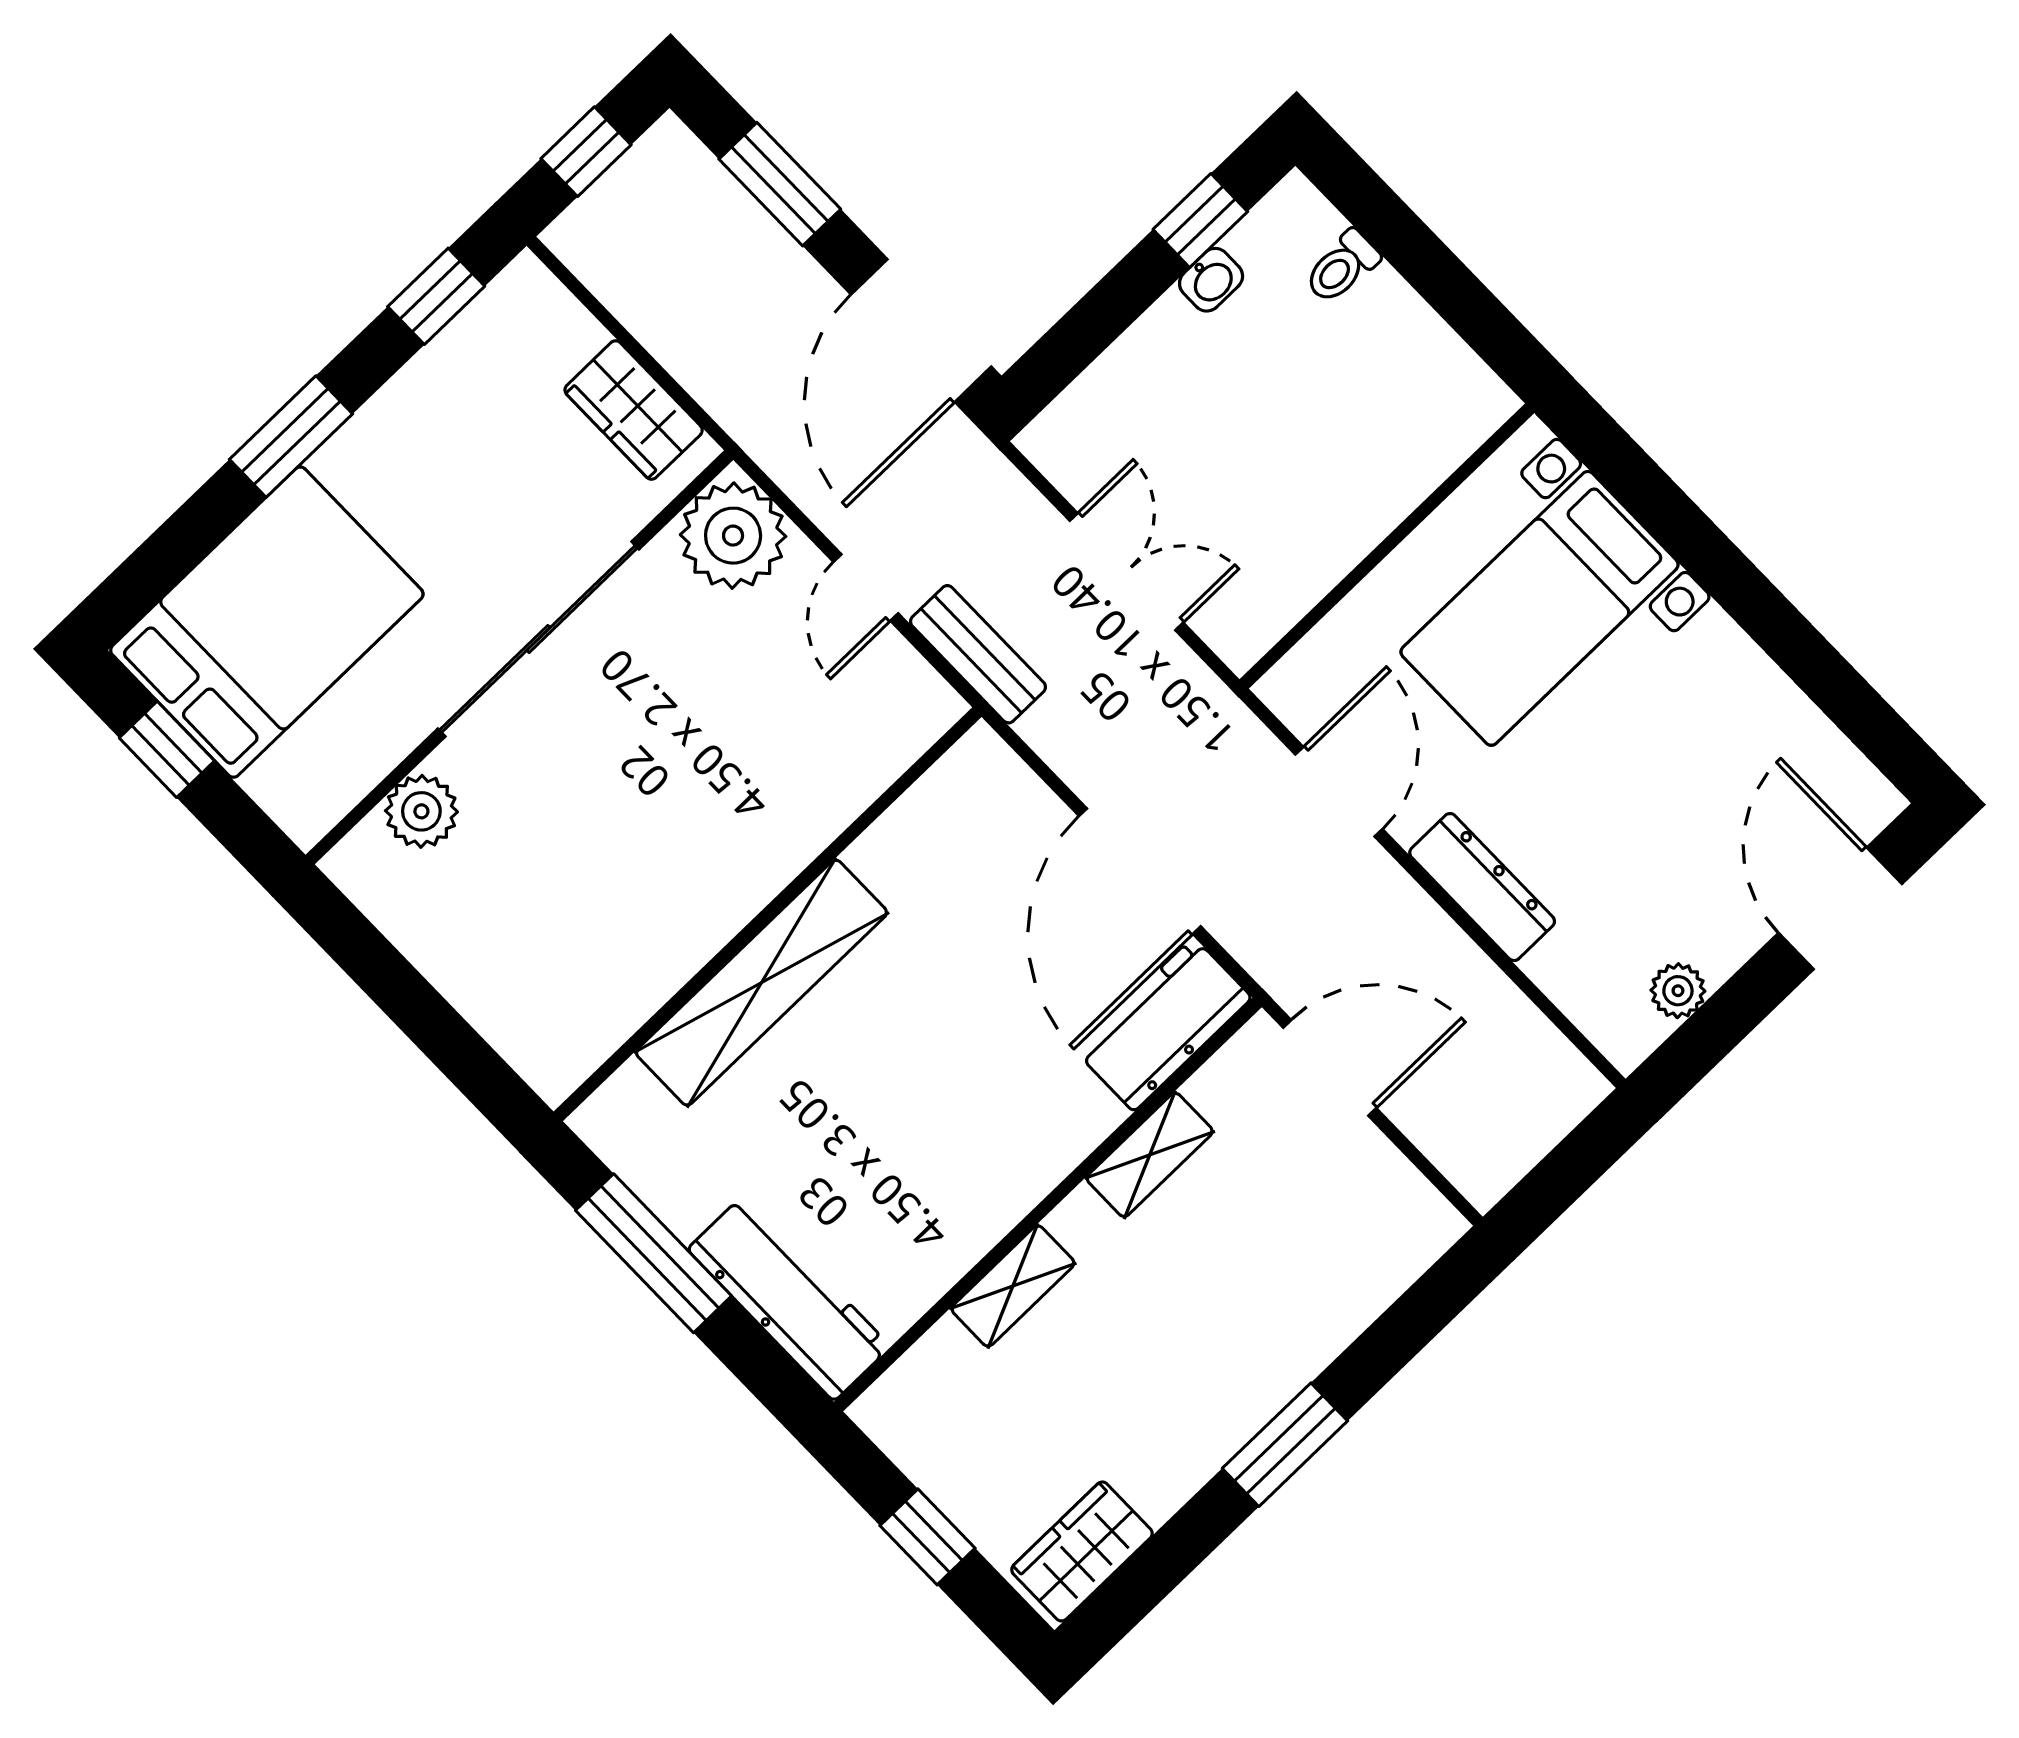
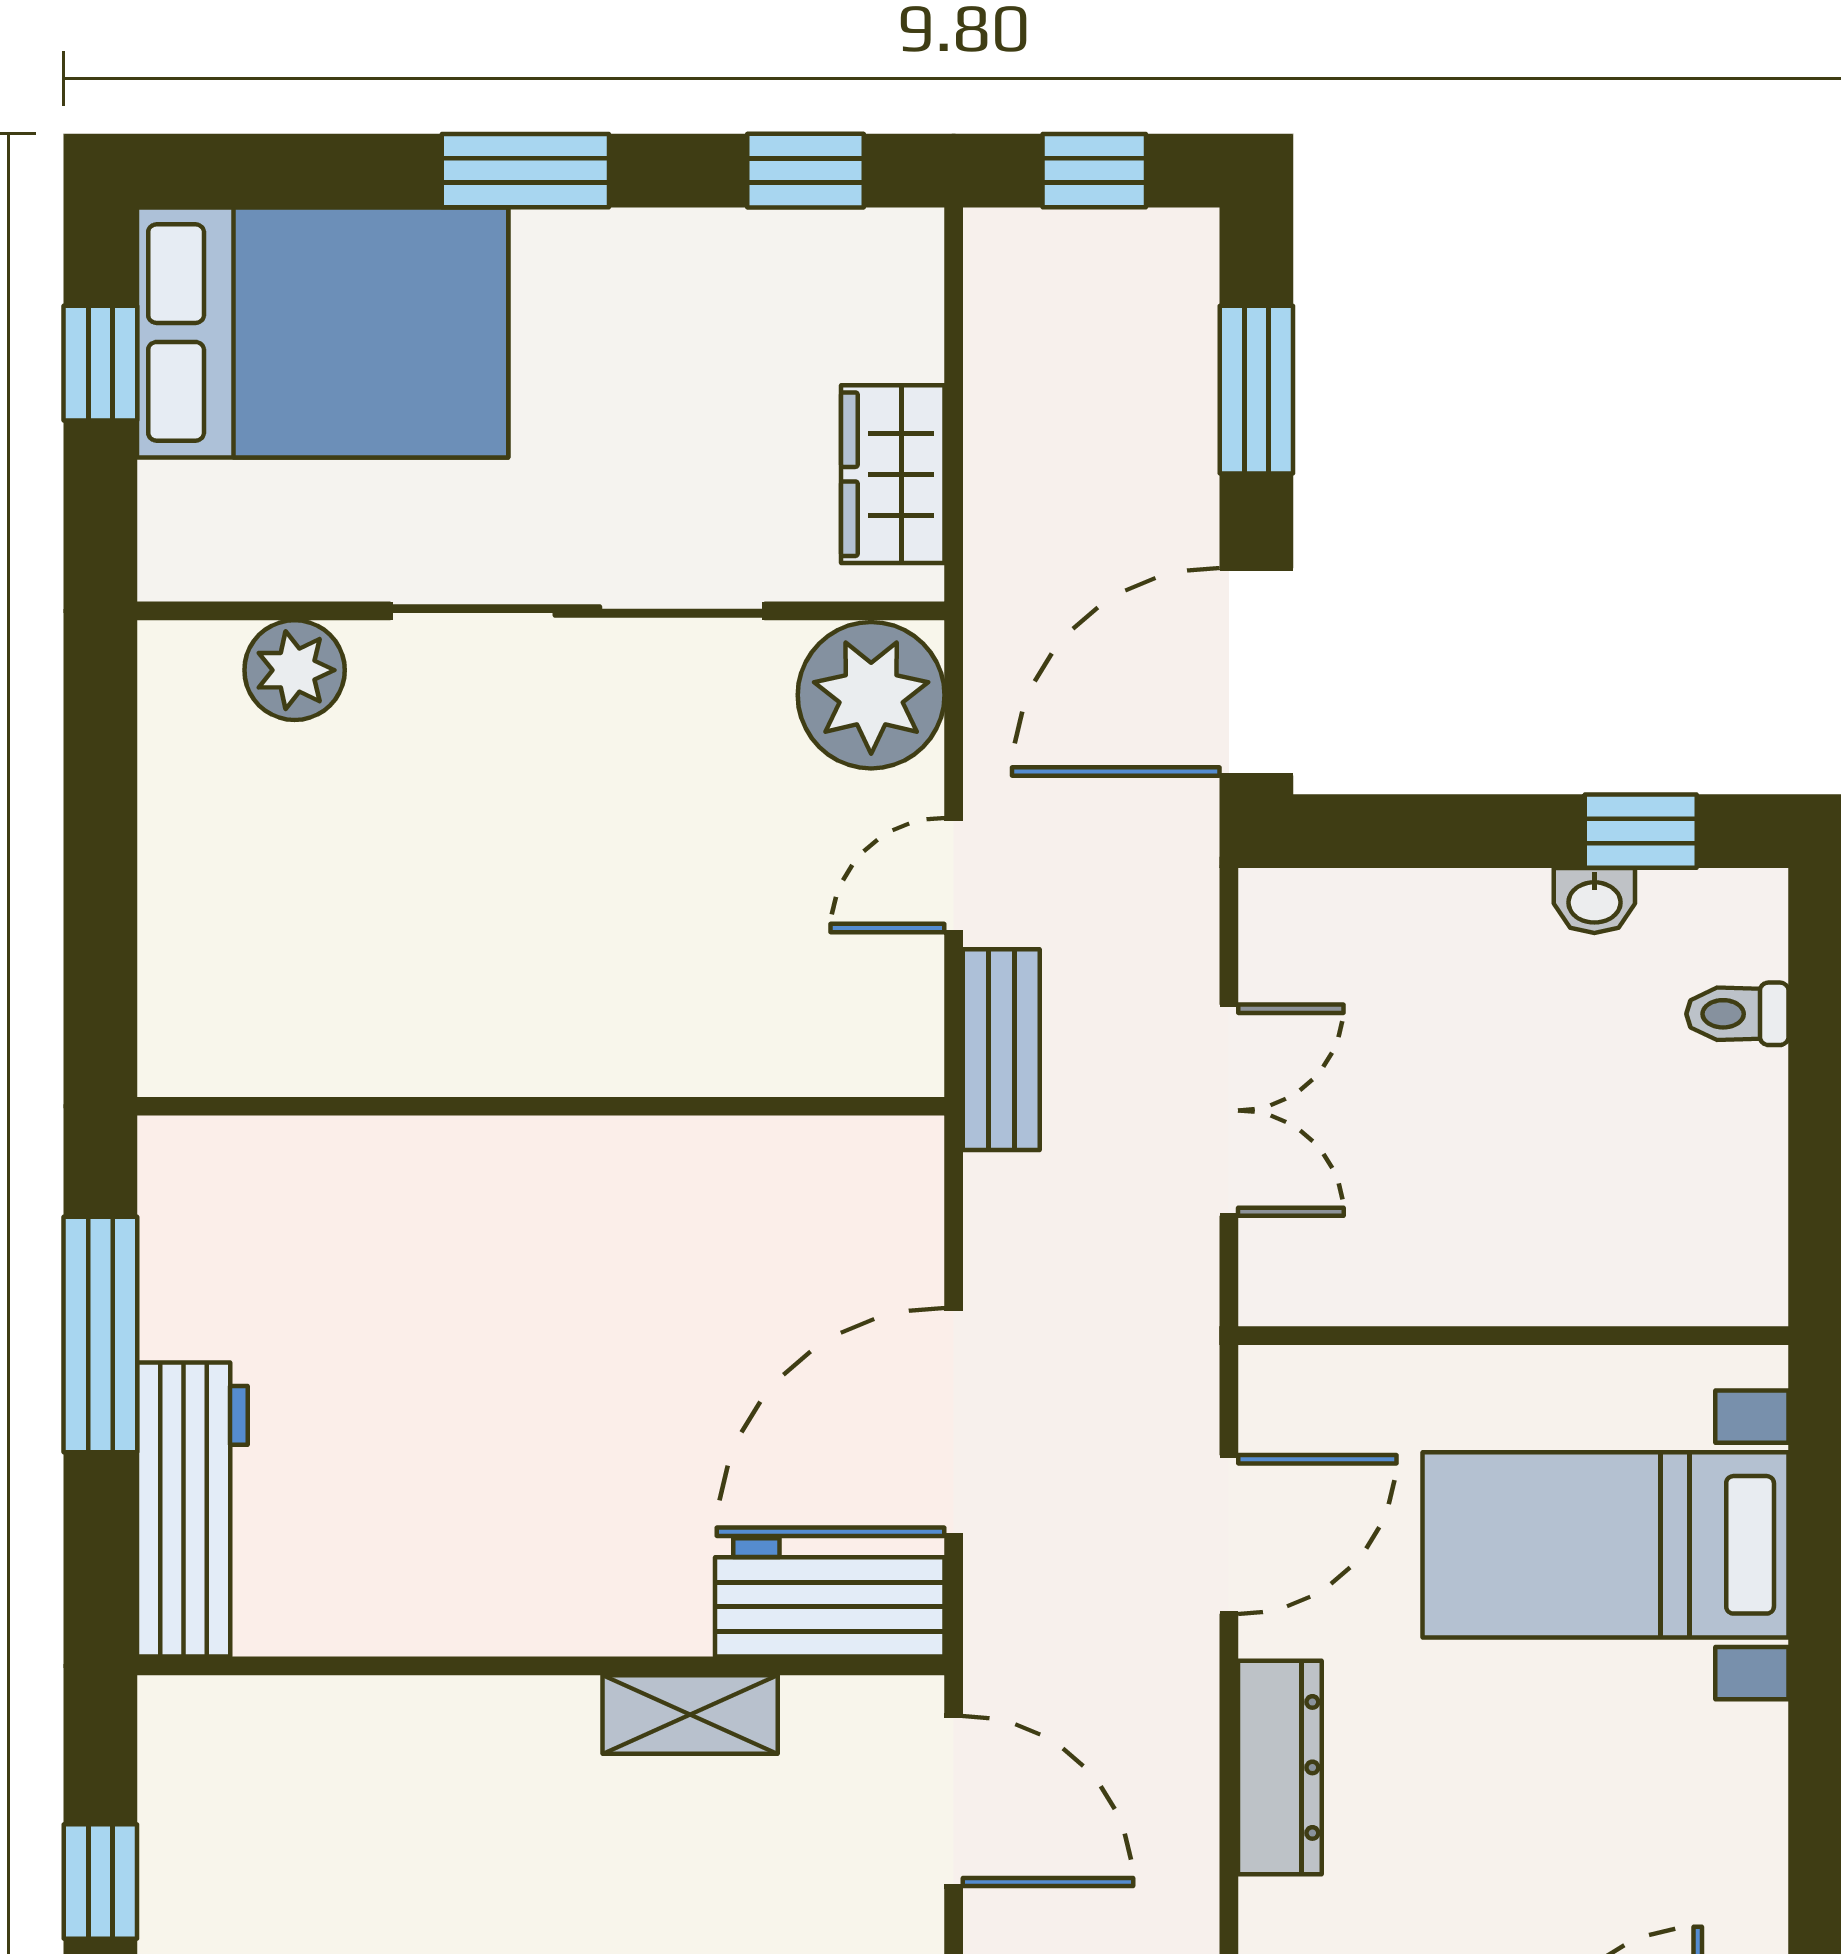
shelving: (761, 983) -> (469, 1169), removed
shelving: (1013, 1286) -> (427, 1714), removed

